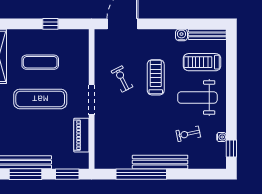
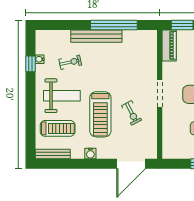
water cooler: (181, 35) -> (90, 154), moved
treadmill: (156, 77) -> (100, 114), width x1.37, depth x1.38
piano: (81, 135) -> (169, 45), moved
window: (231, 149) -> (30, 64), moved

